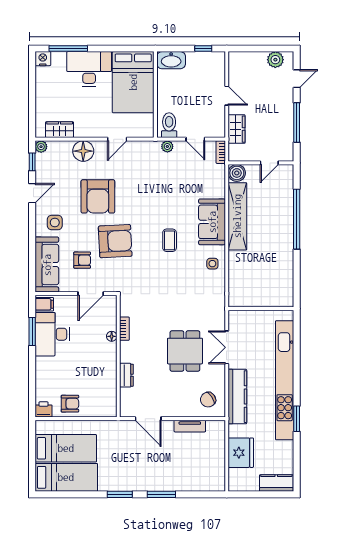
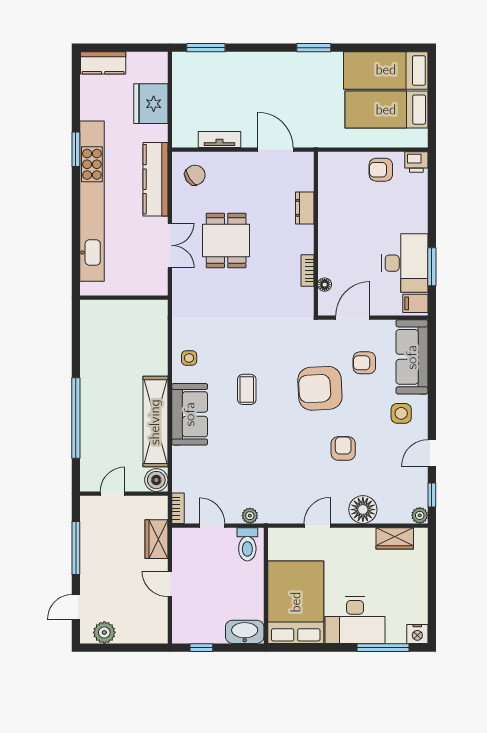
armchair: (98, 196) -> (343, 448), width x0.53, depth x0.53
floor lamp: (112, 336) -> (325, 285), moved
window: (161, 494) -> (206, 48), moved

